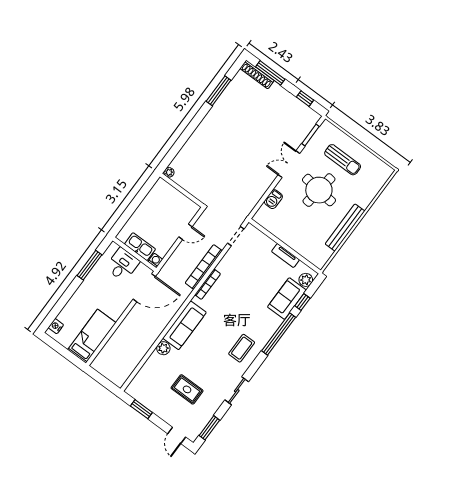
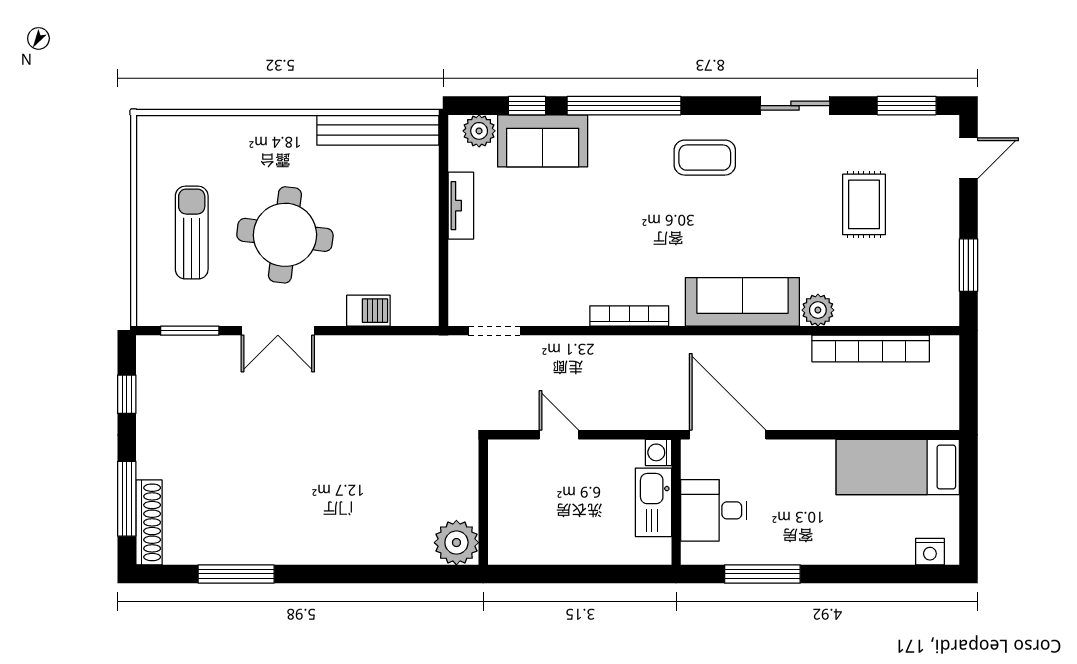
plant: (169, 172) -> (456, 543), width x1.88, depth x1.88
bench: (345, 228) -> (378, 130), moved
bookcase: (204, 267) -> (871, 349), moved

